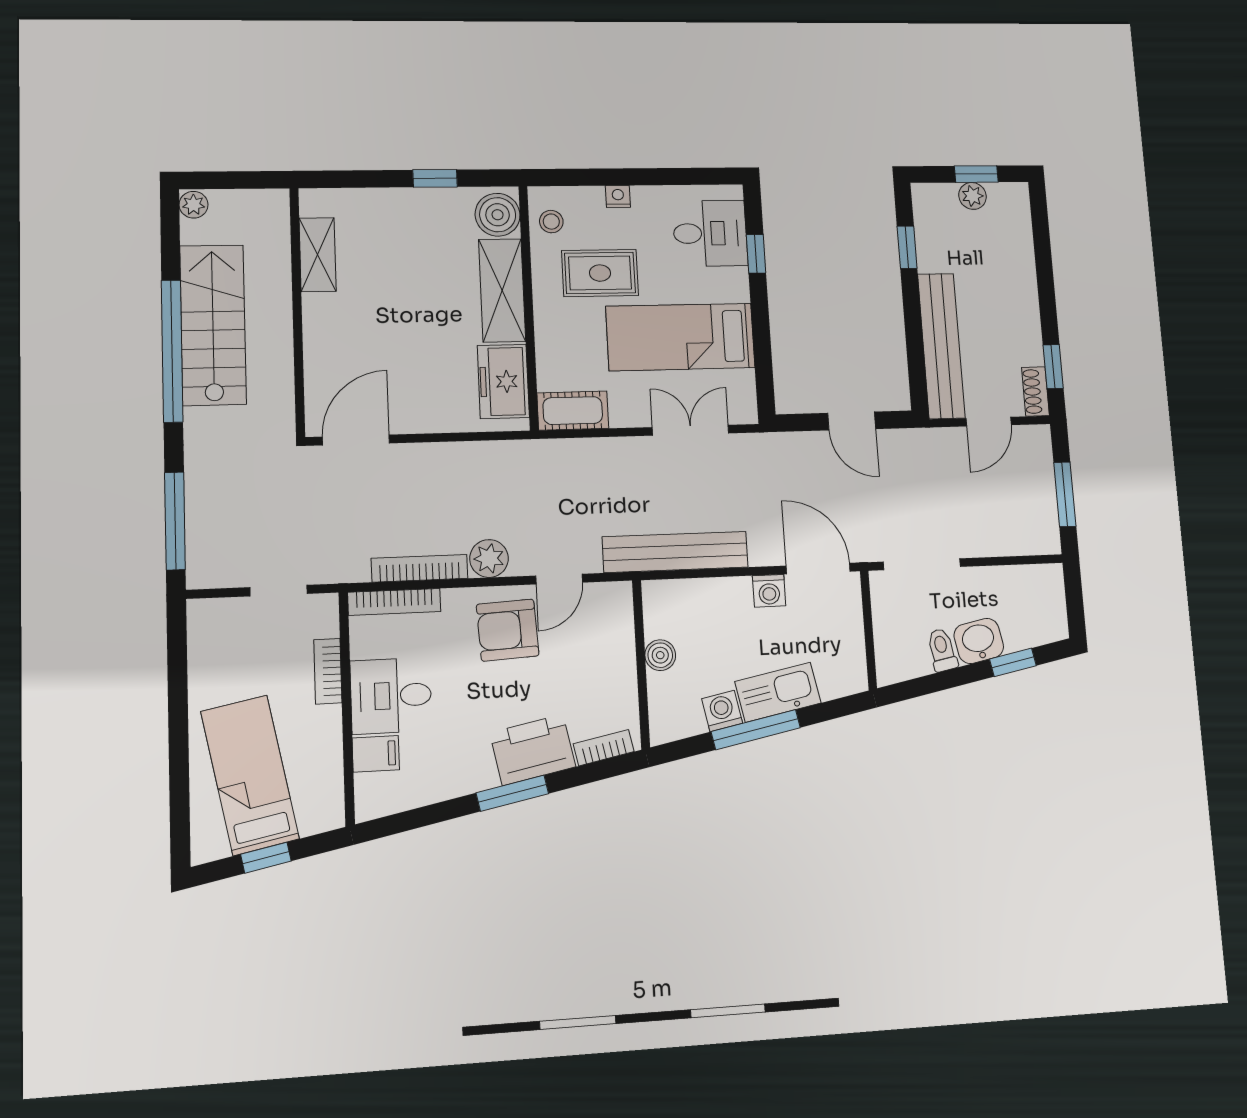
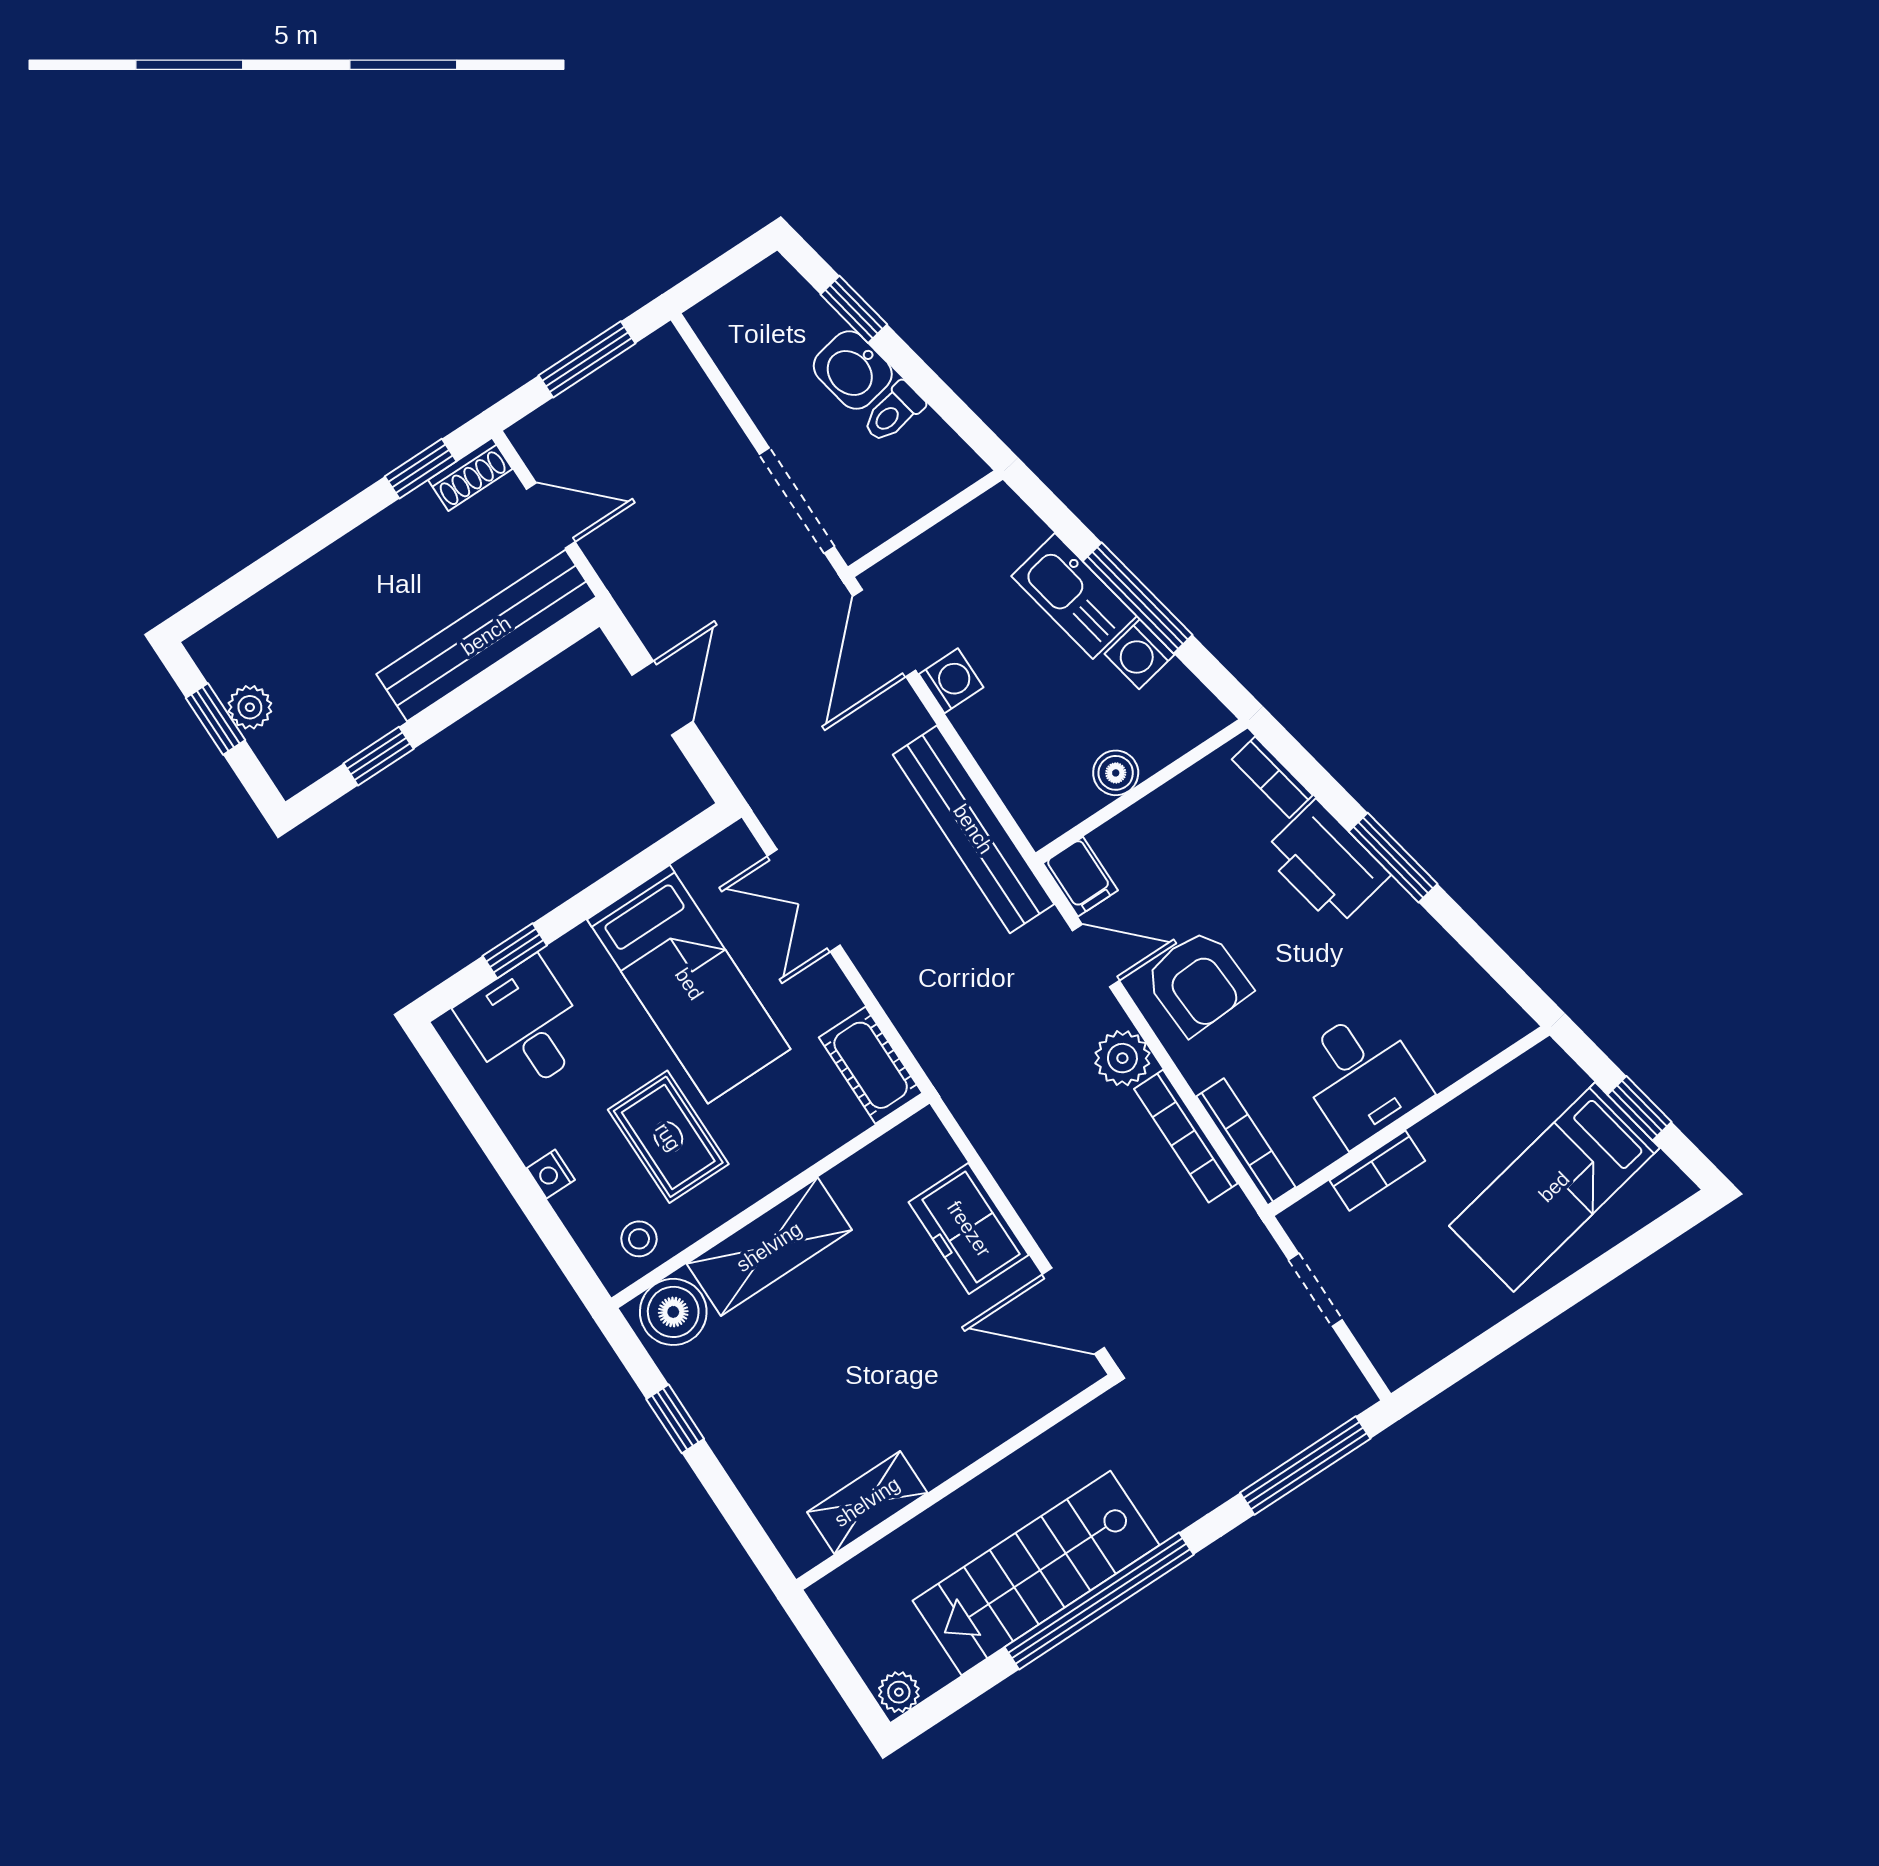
freezer: (503, 381) -> (969, 1229), moved, turned 90
filing cabinet: (376, 754) -> (1080, 877), moved, turned 180

